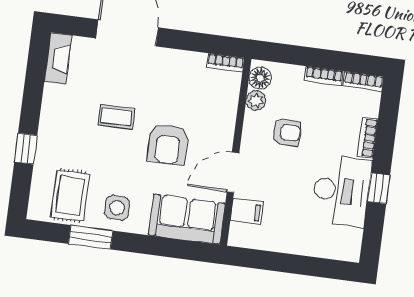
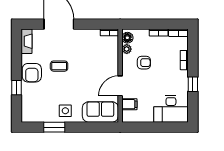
armchair: (168, 144) -> (32, 73), moved
desk: (341, 191) -> (171, 109), moved, turned 90
rug: (70, 195) -> (41, 108), removed

